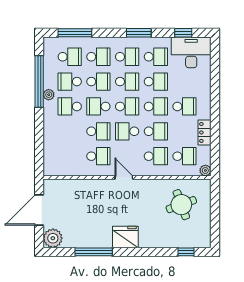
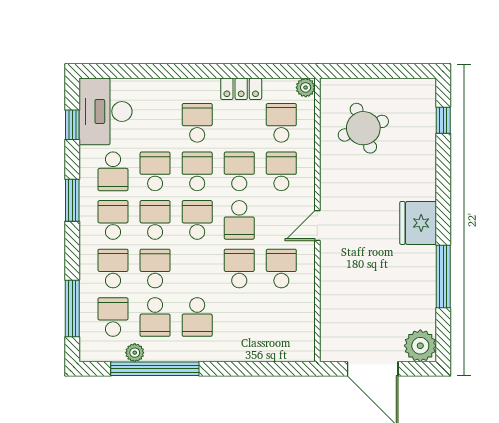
school desk: (156, 57) -> (113, 171), turned 180
plant: (49, 95) -> (135, 353), moved
school desk: (98, 106) -> (197, 268), removed

